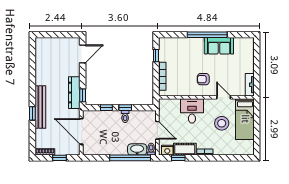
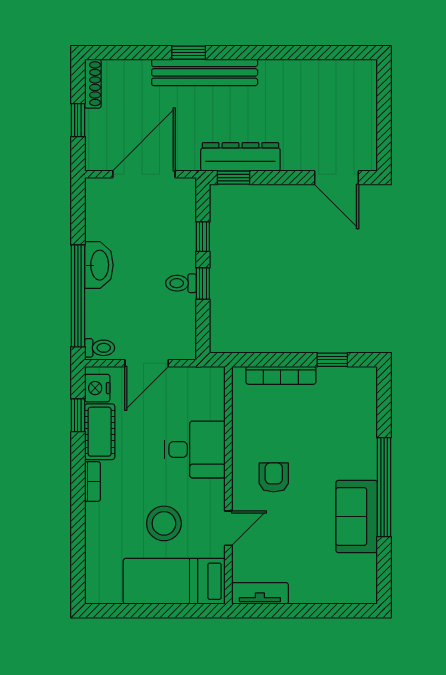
washbasin: (137, 149) -> (99, 265), moved

